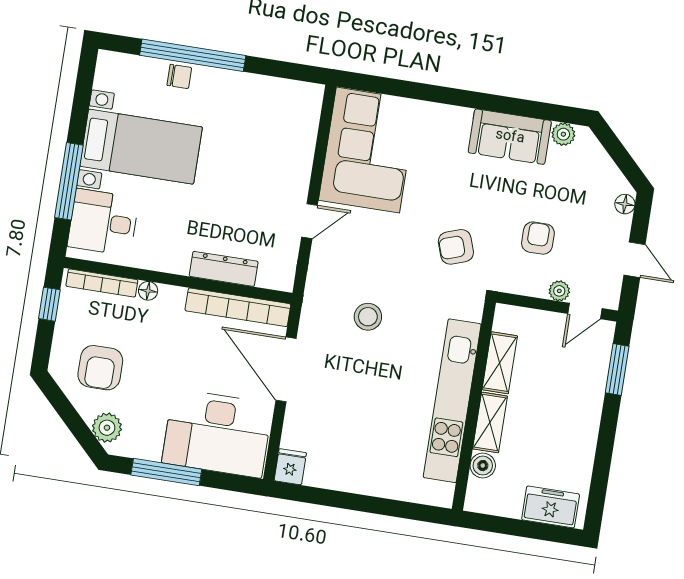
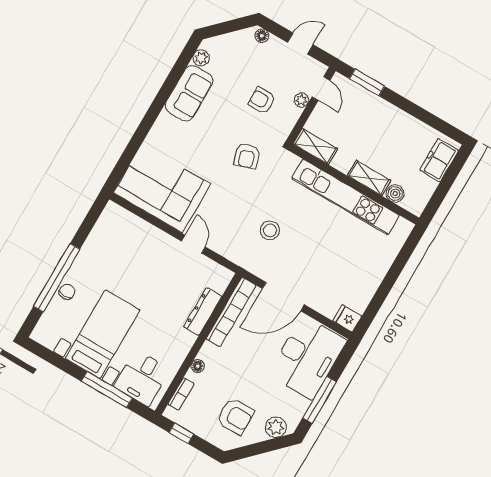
bookcase: (102, 283) -> (181, 394), width x0.64
shelving: (500, 363) -> (315, 146), moved

